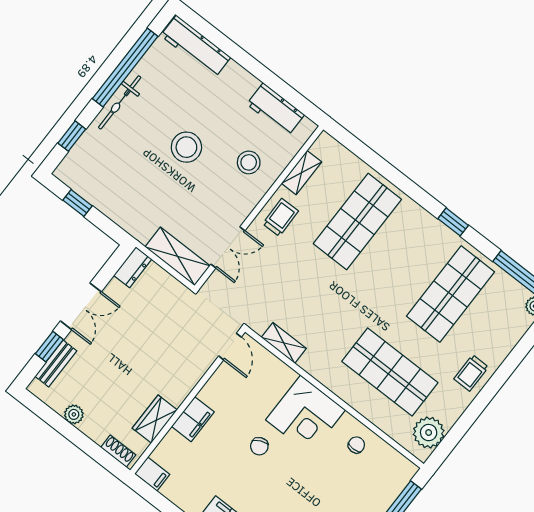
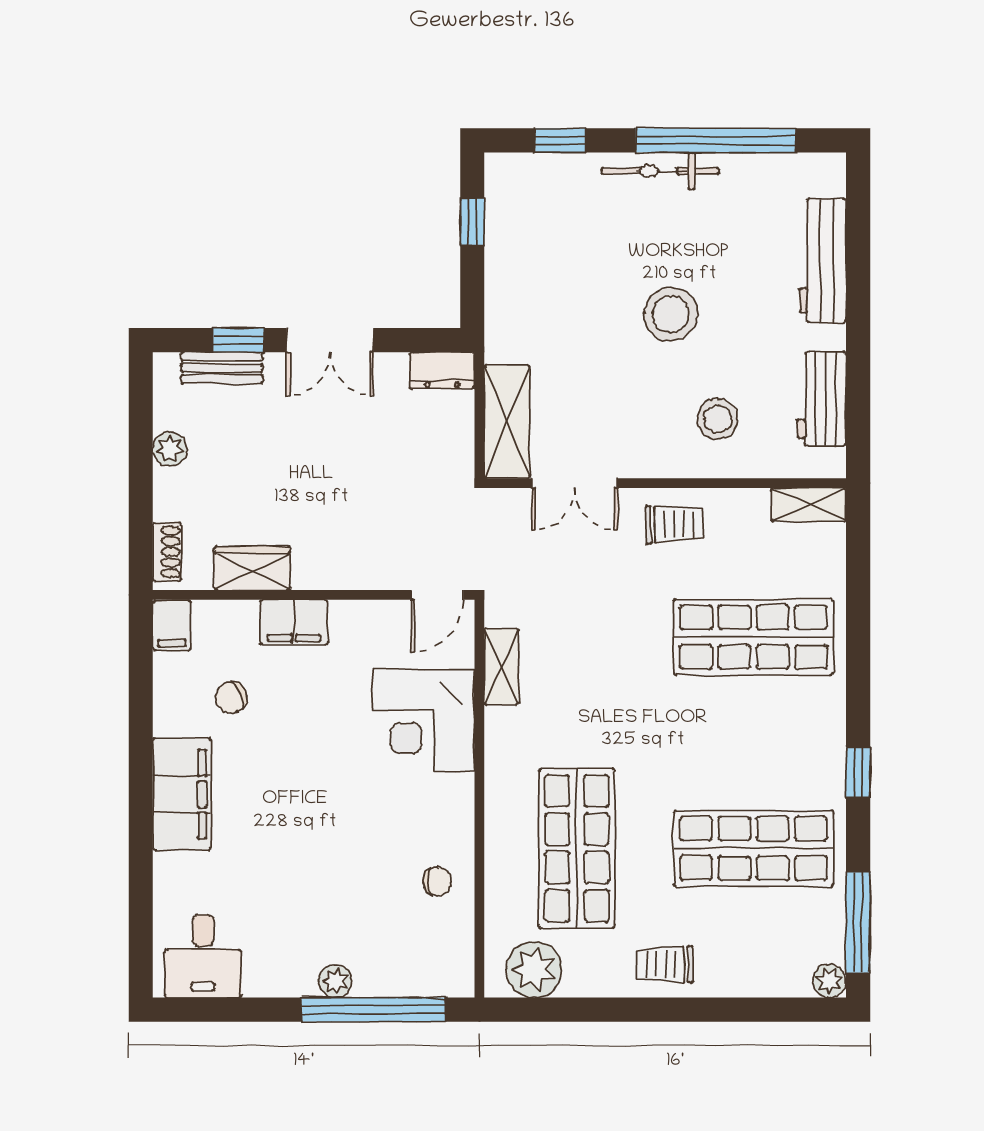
workbench: (196, 46) -> (823, 261), moved
shelving: (302, 173) -> (809, 505), moved
corner desk: (306, 415) -> (424, 721), moved
chair: (259, 446) -> (231, 698), moved

